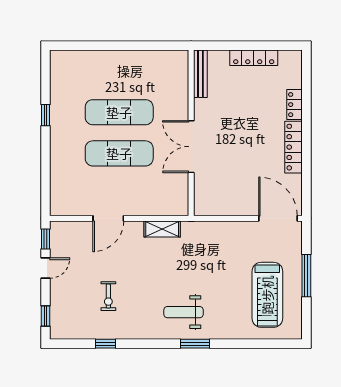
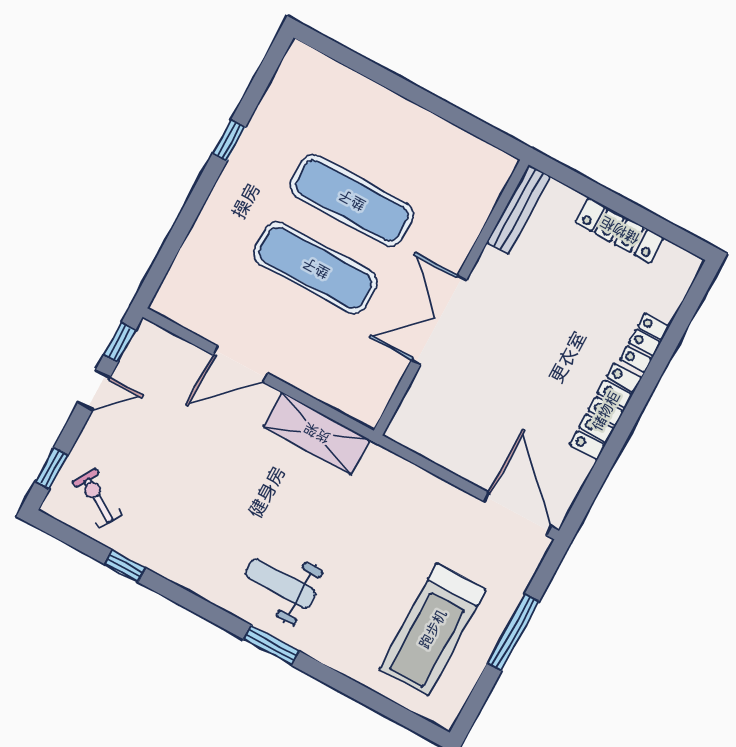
shelving: (162, 229) -> (317, 433), width x1.50, depth x1.33
exercise bike: (108, 296) -> (97, 498), moved, turned 122

